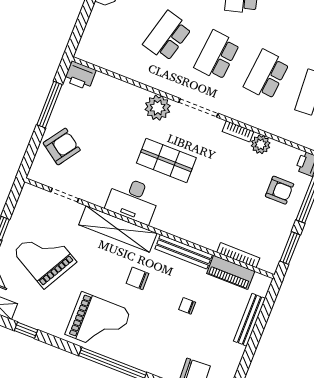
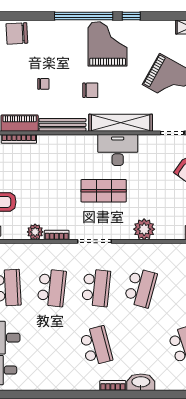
plant: (158, 108) -> (144, 229), moved
grand piano: (98, 323) -> (108, 44), turned 90
window: (26, 330) -> (131, 16), moved

